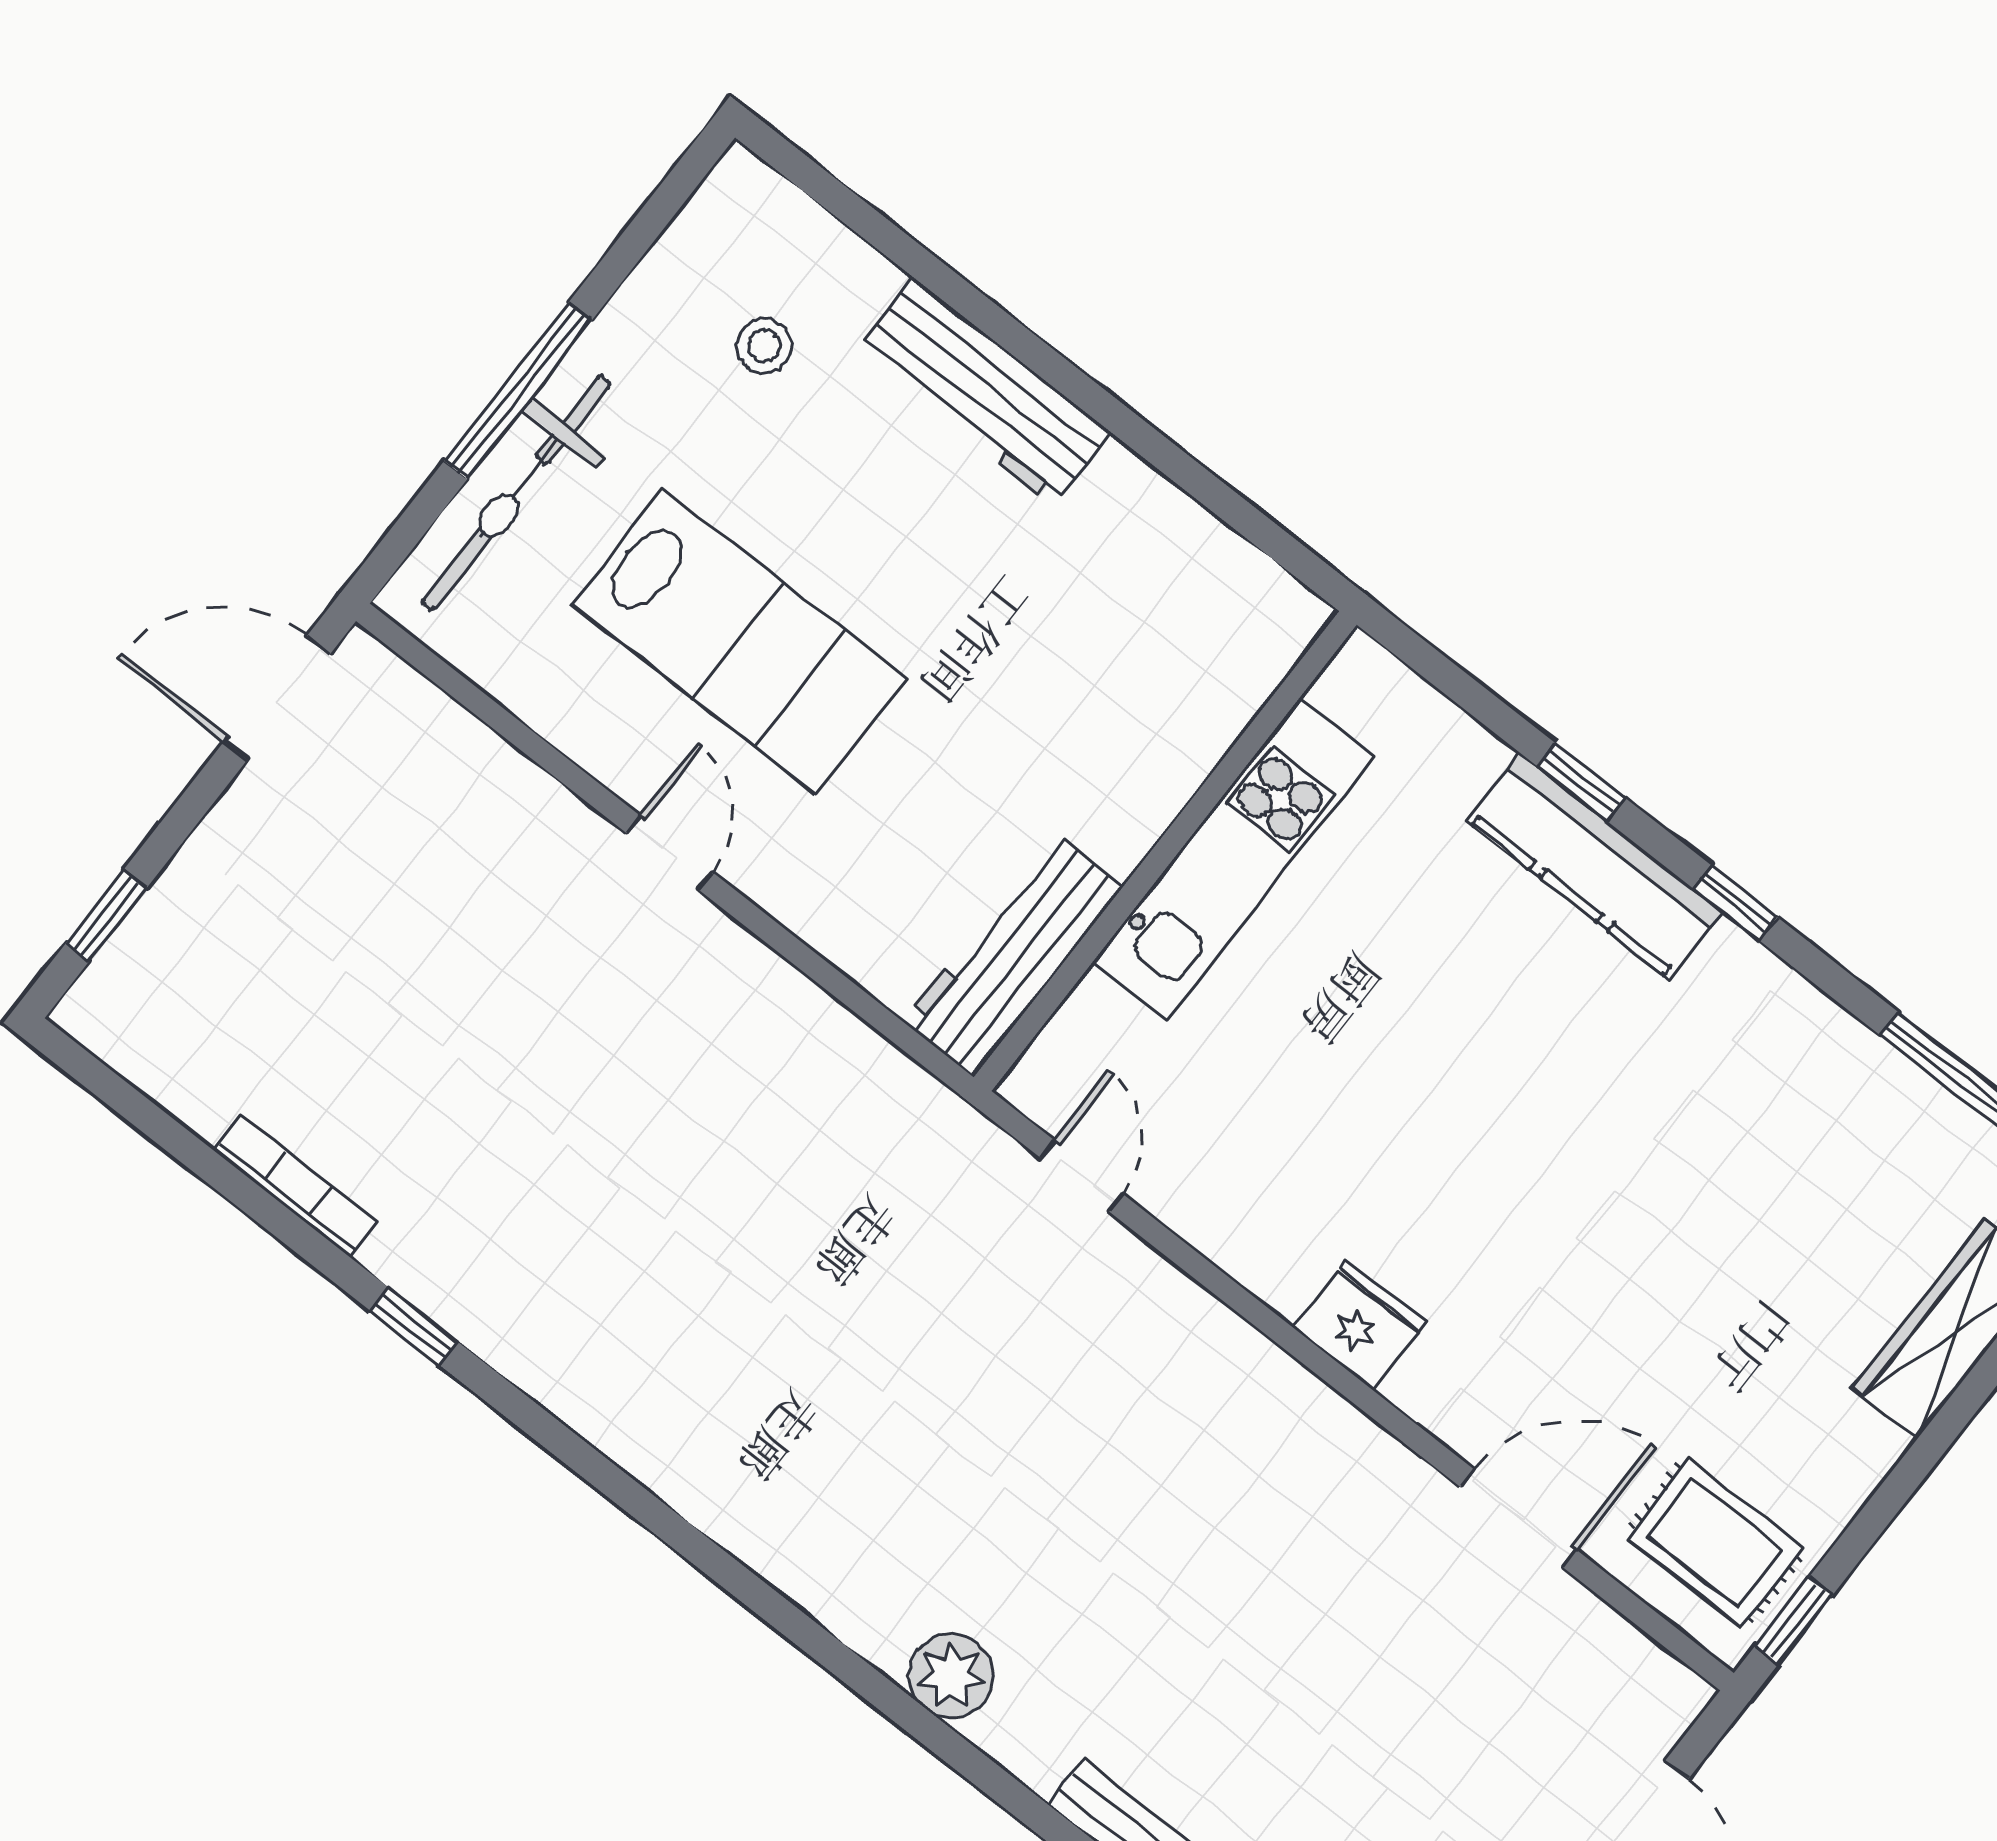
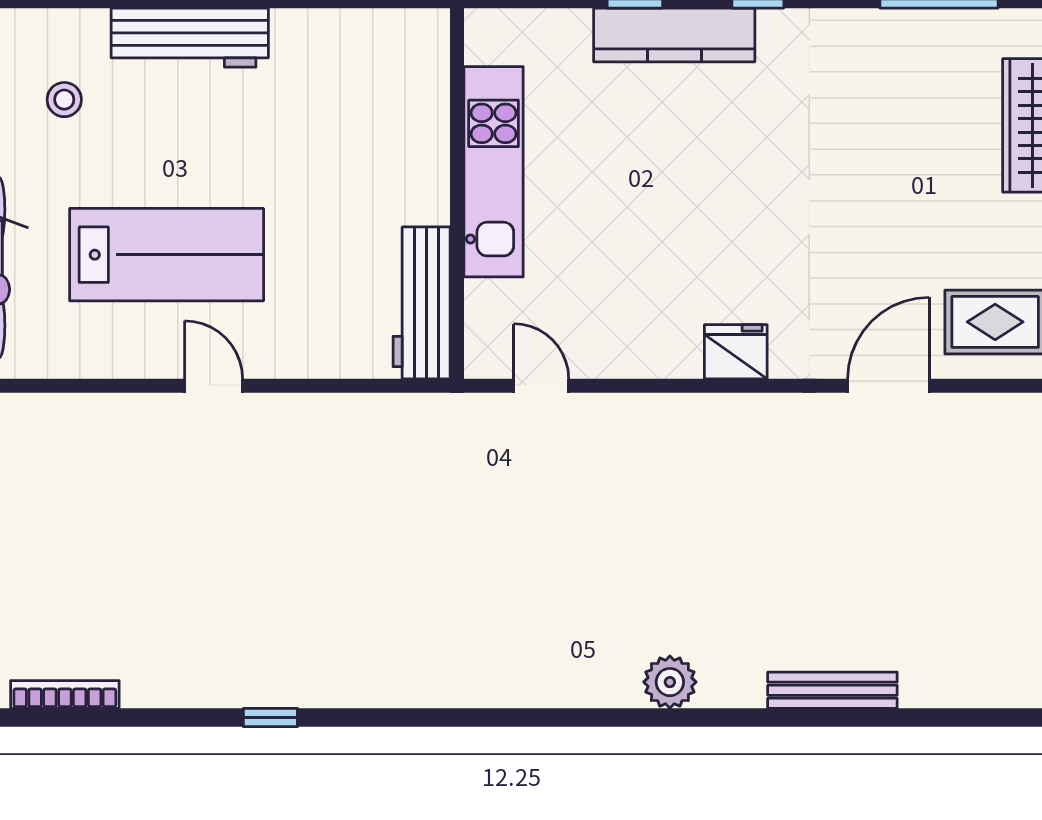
bookcase: (295, 1186) -> (65, 694), moved

